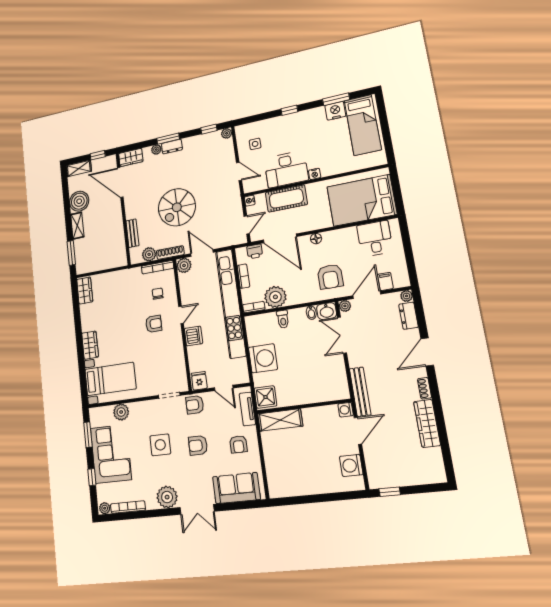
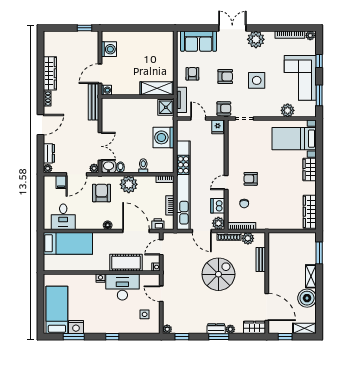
bed: (362, 200) -> (68, 243), width x0.67
wardrobe: (85, 291) -> (310, 212), width x1.50
plant: (275, 297) -> (129, 184), moved
dishwasher: (193, 336) -> (218, 206), moved

